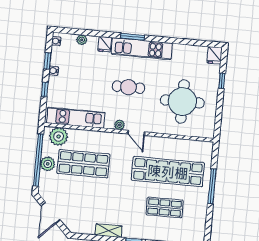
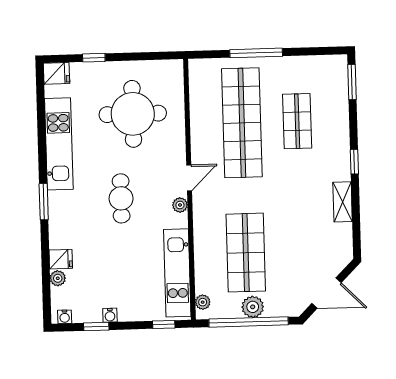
fridge: (105, 44) -> (61, 259), moved
kitchen unit: (142, 49) -> (59, 144), moved
window: (45, 89) -> (164, 324), moved
plant: (59, 136) -> (203, 302), width x0.53, depth x0.53

